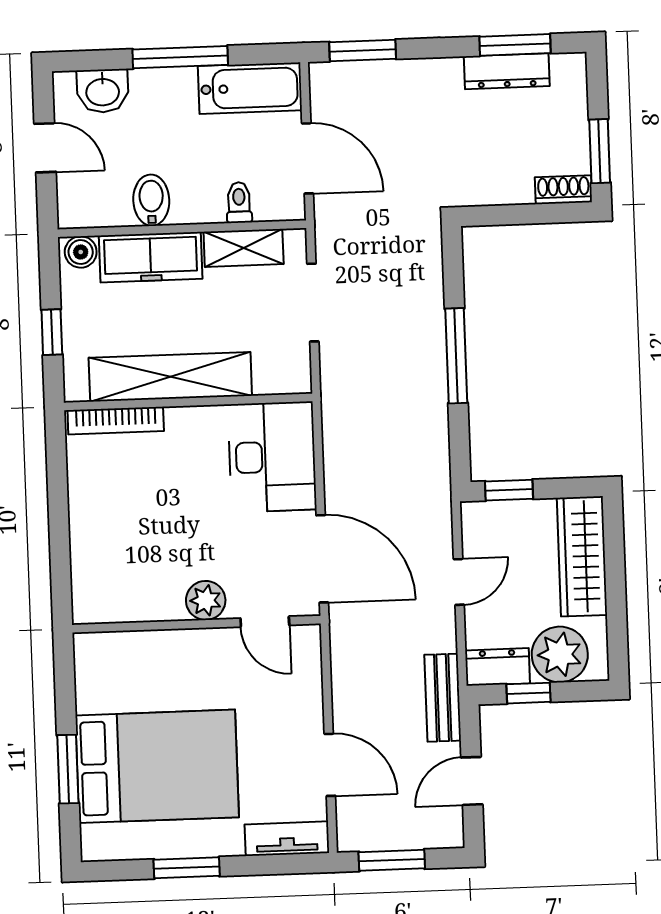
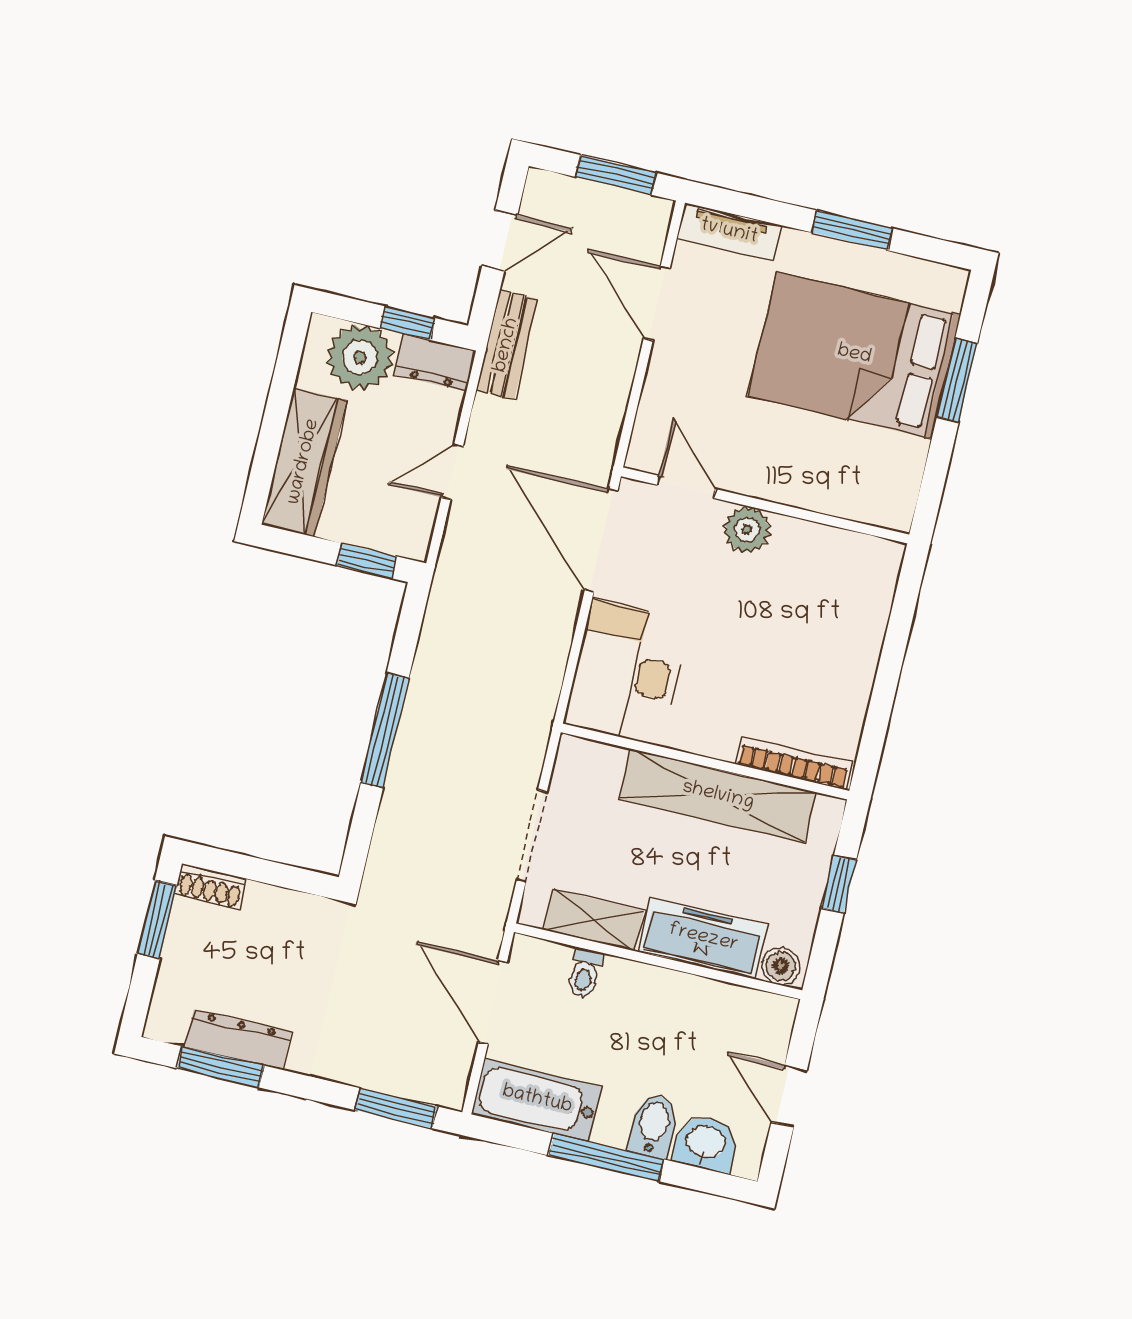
bidet: (151, 200) -> (654, 1126), moved, turned 180

